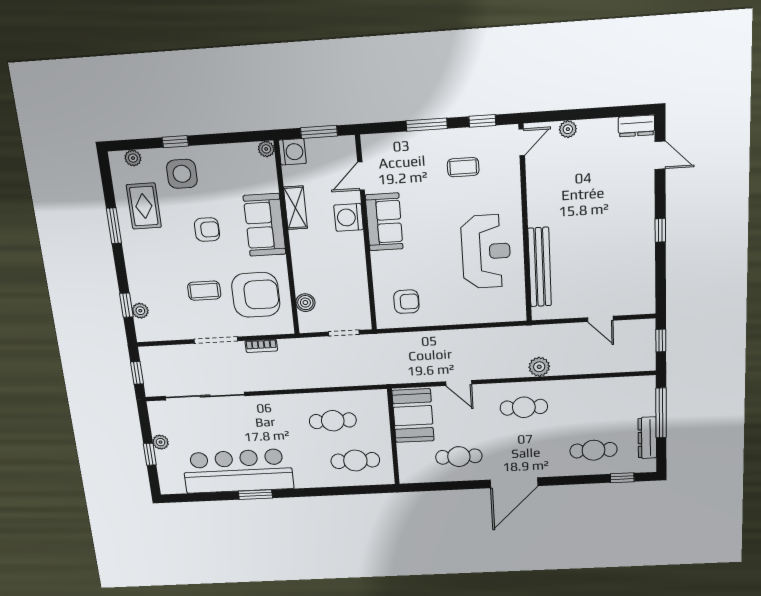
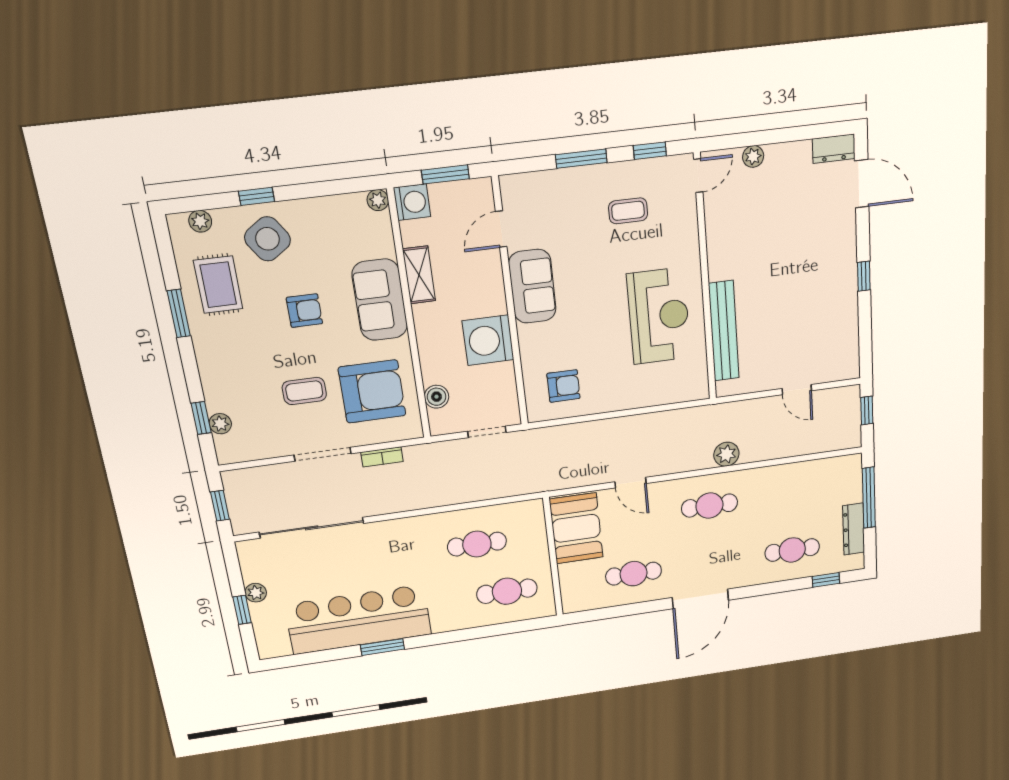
door: (660, 155) -> (862, 184), width x1.38
side table: (182, 174) -> (267, 239), turned -34
washing machine: (349, 217) -> (488, 340), moved, width x1.37, depth x1.37

